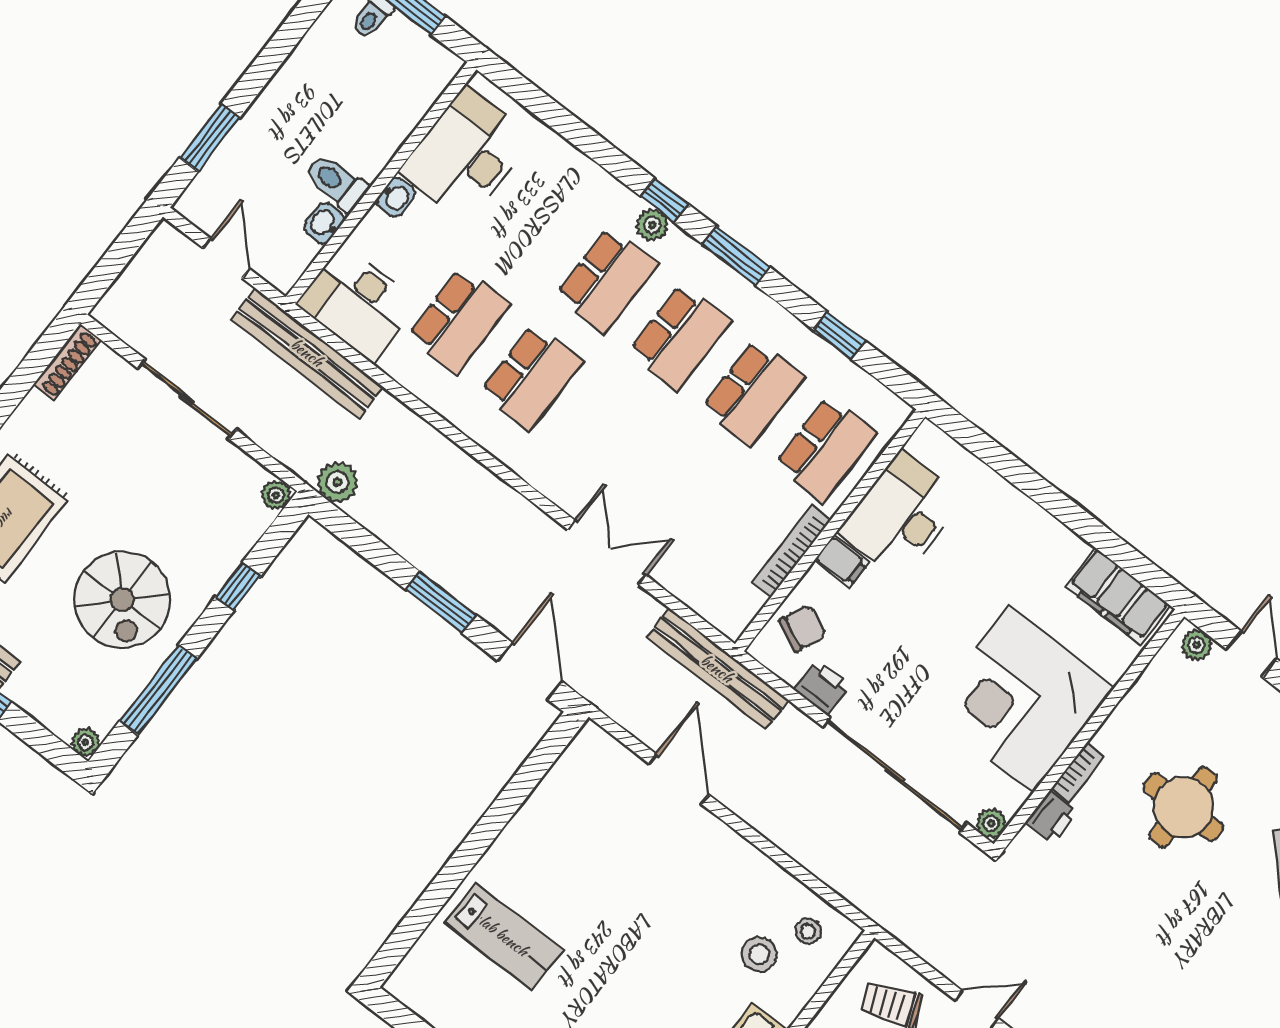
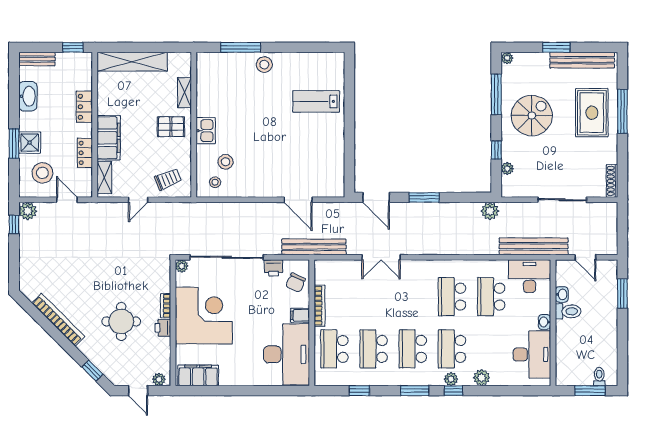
plant: (593, 184) -> (482, 378), added
plant: (276, 495) -> (507, 169), moved
desk: (901, 516) -> (286, 354), width x1.36, depth x1.30
spiral stairs: (122, 600) -> (532, 116), turned 90
printer: (1051, 817) -> (163, 328), moved

